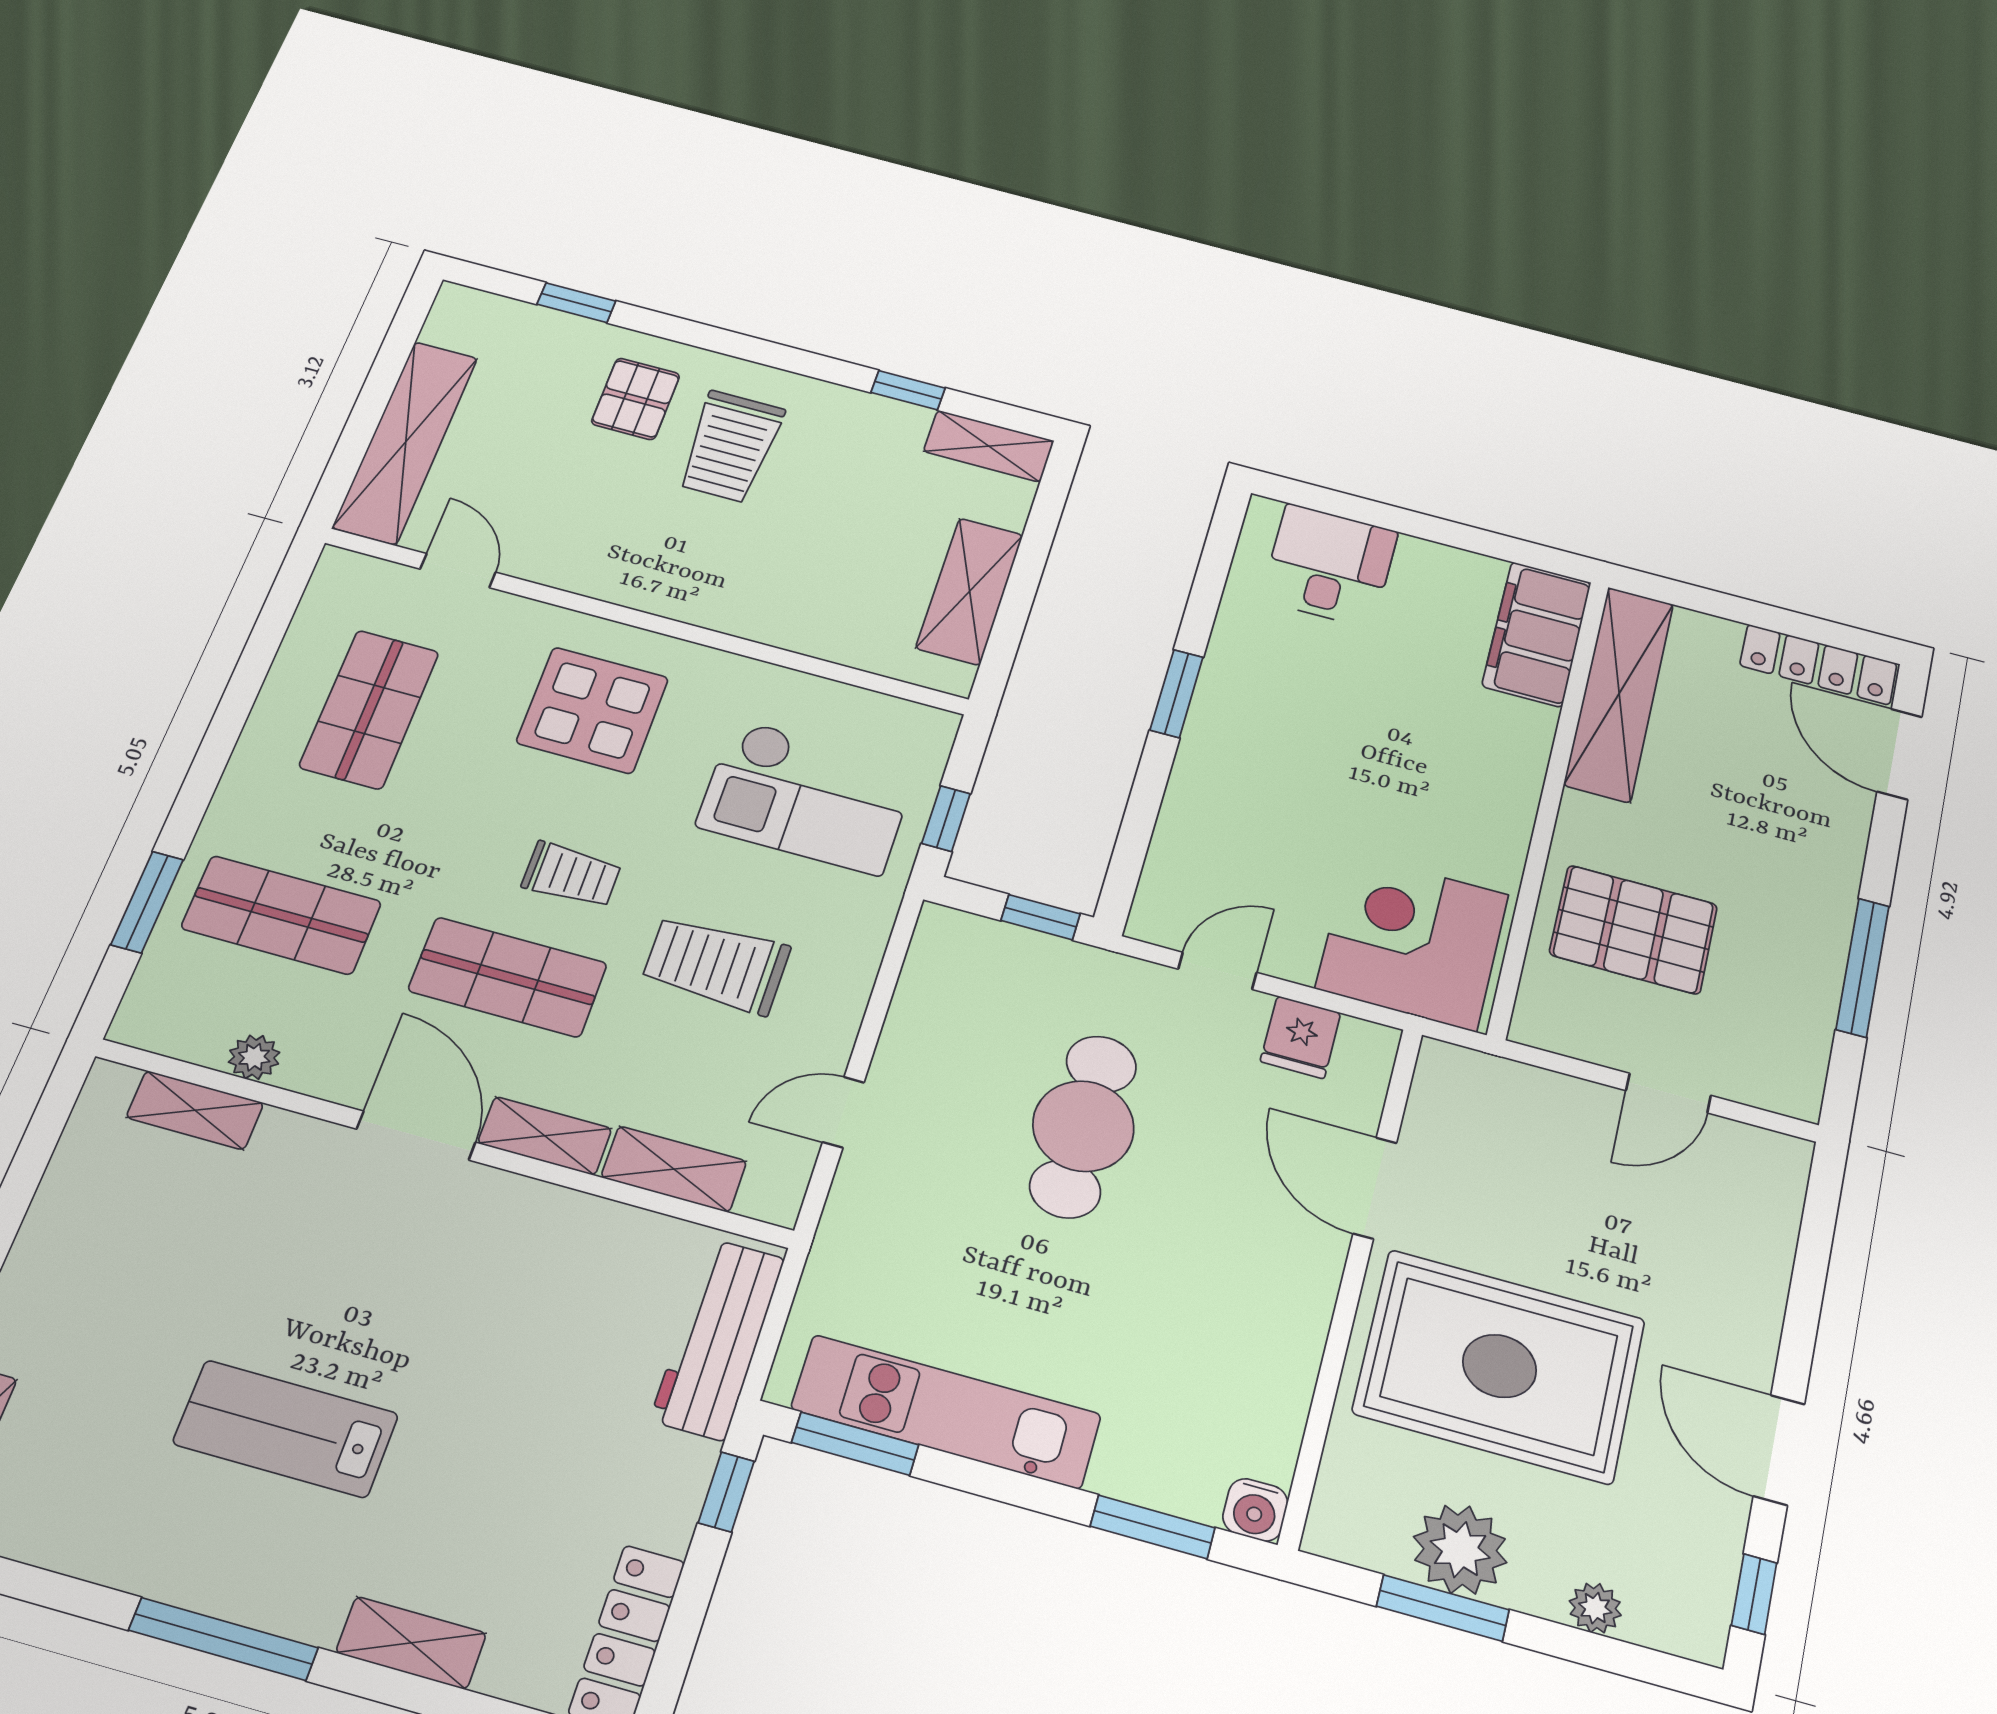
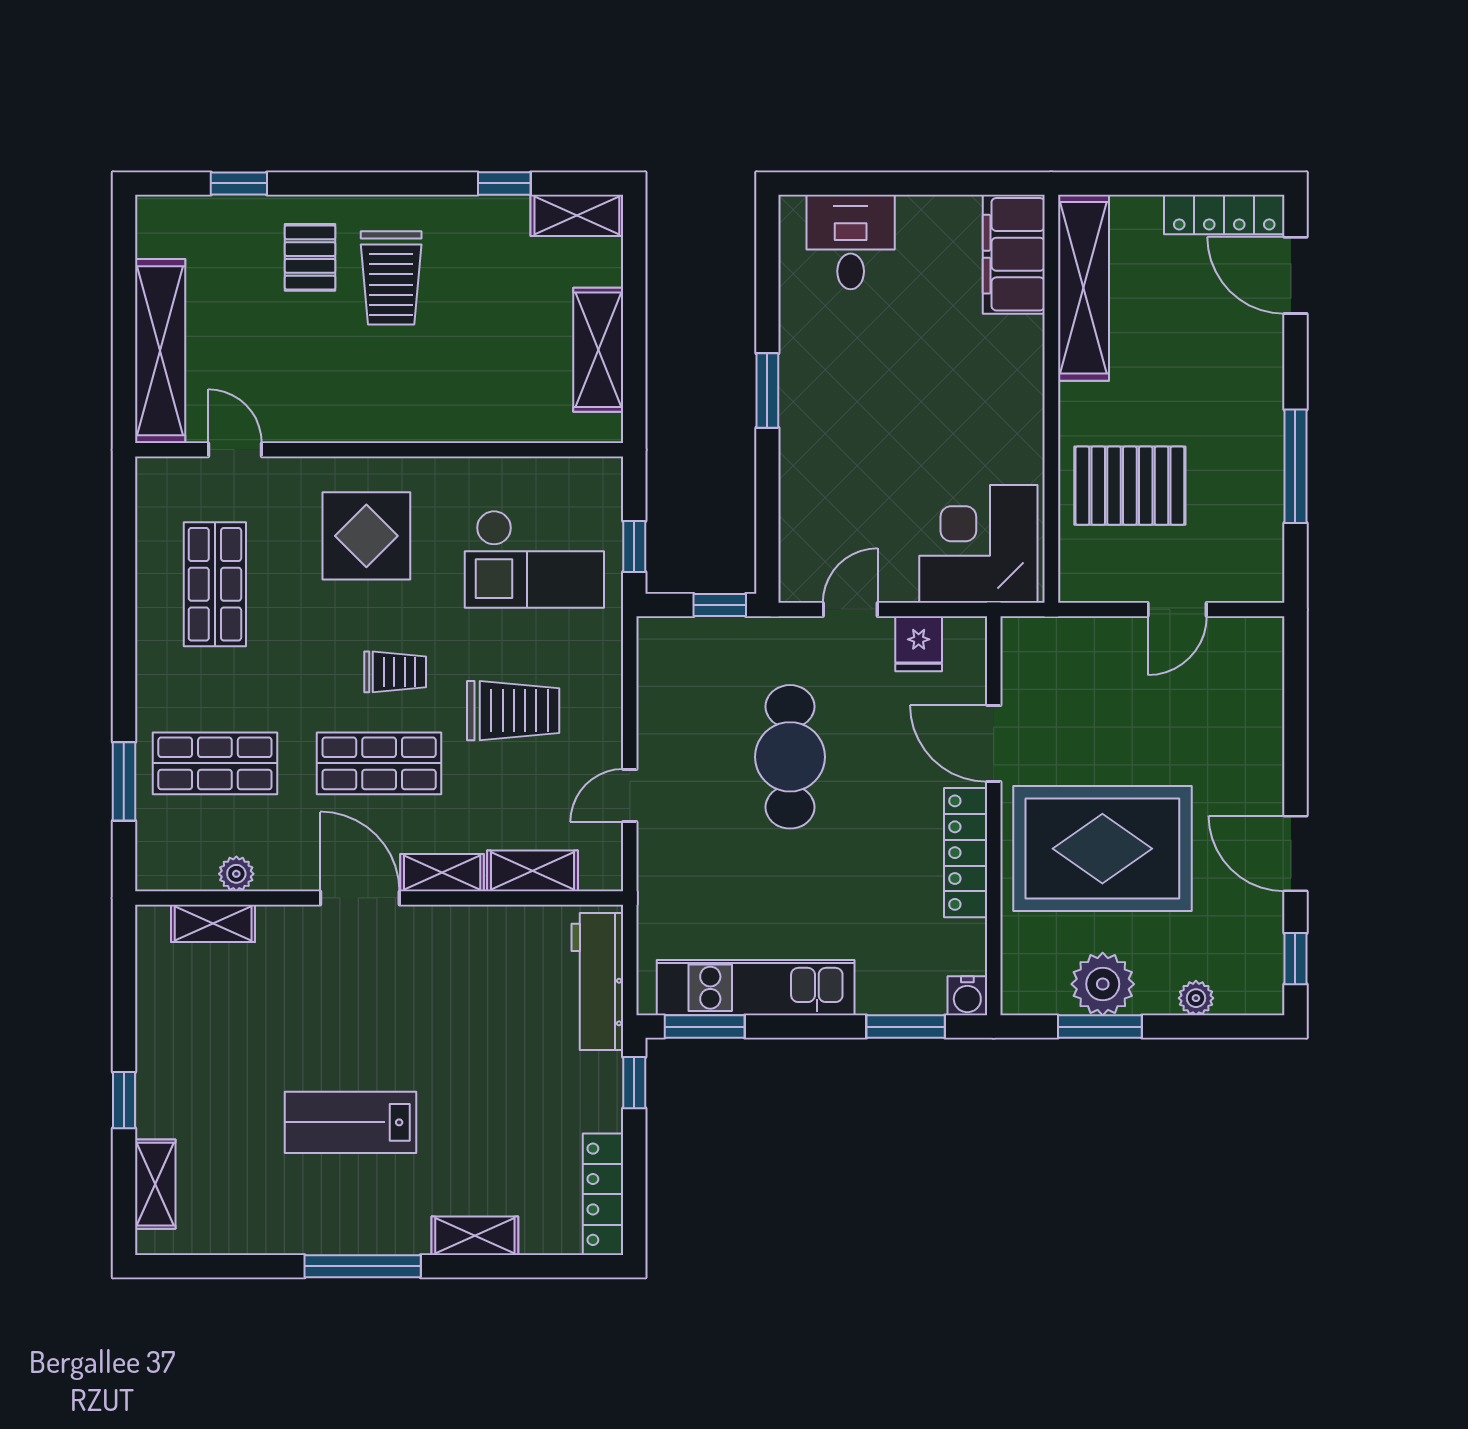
trolley: (716, 964) -> (513, 711), turned 180
locker: (1301, 1317) -> (966, 853), added

